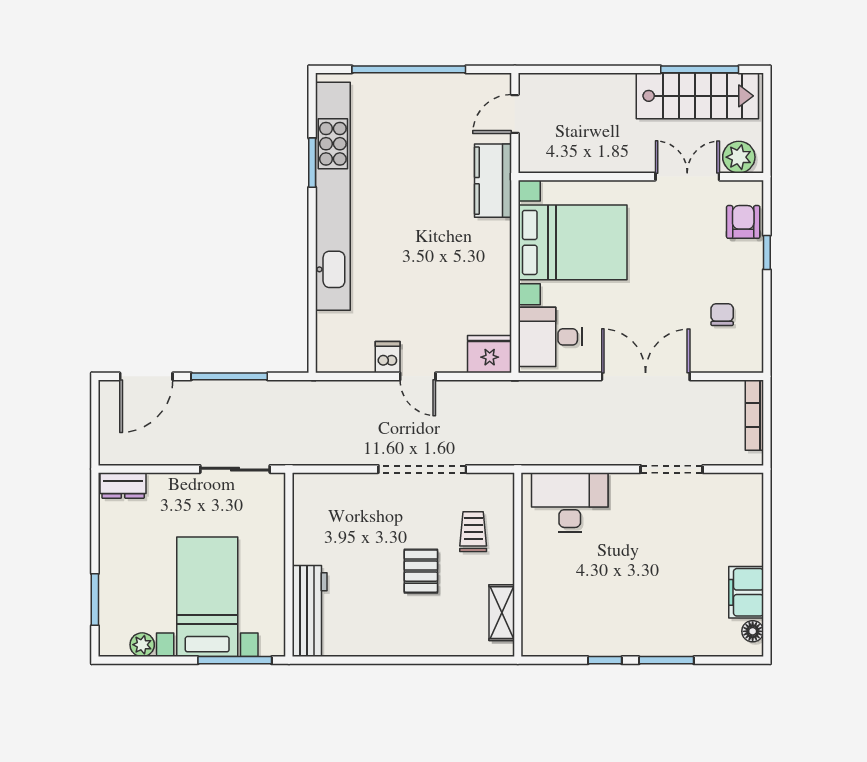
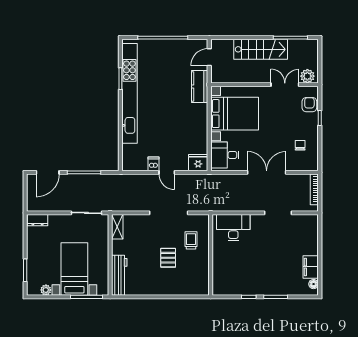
stairs: (697, 96) -> (261, 49), moved
shelving: (502, 613) -> (117, 227), moved

